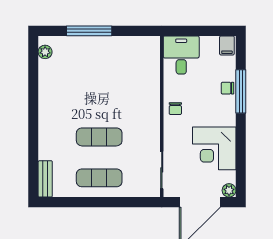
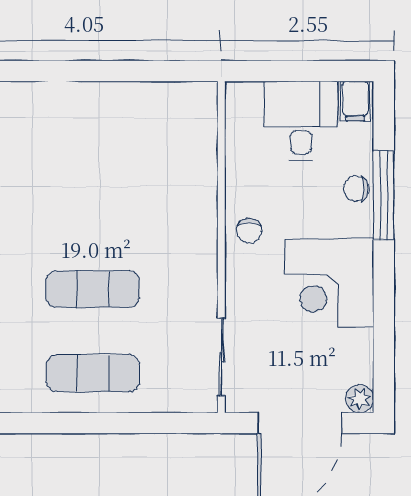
window: (89, 31) -> (72, 71), removed
desk: (181, 55) -> (301, 121), moved
corner desk: (214, 148) -> (329, 283), moved

